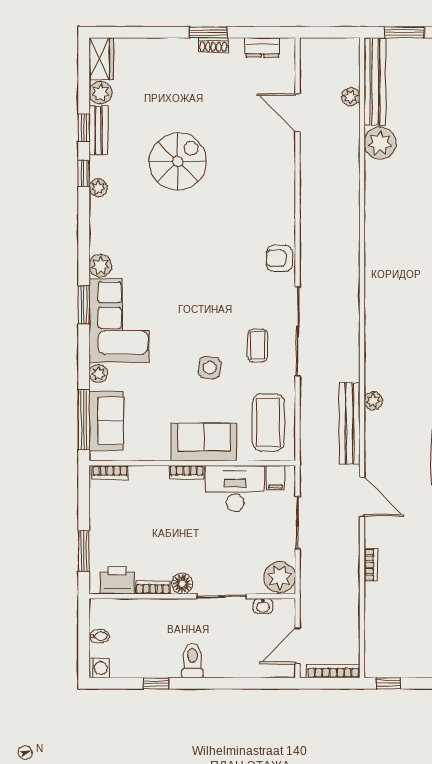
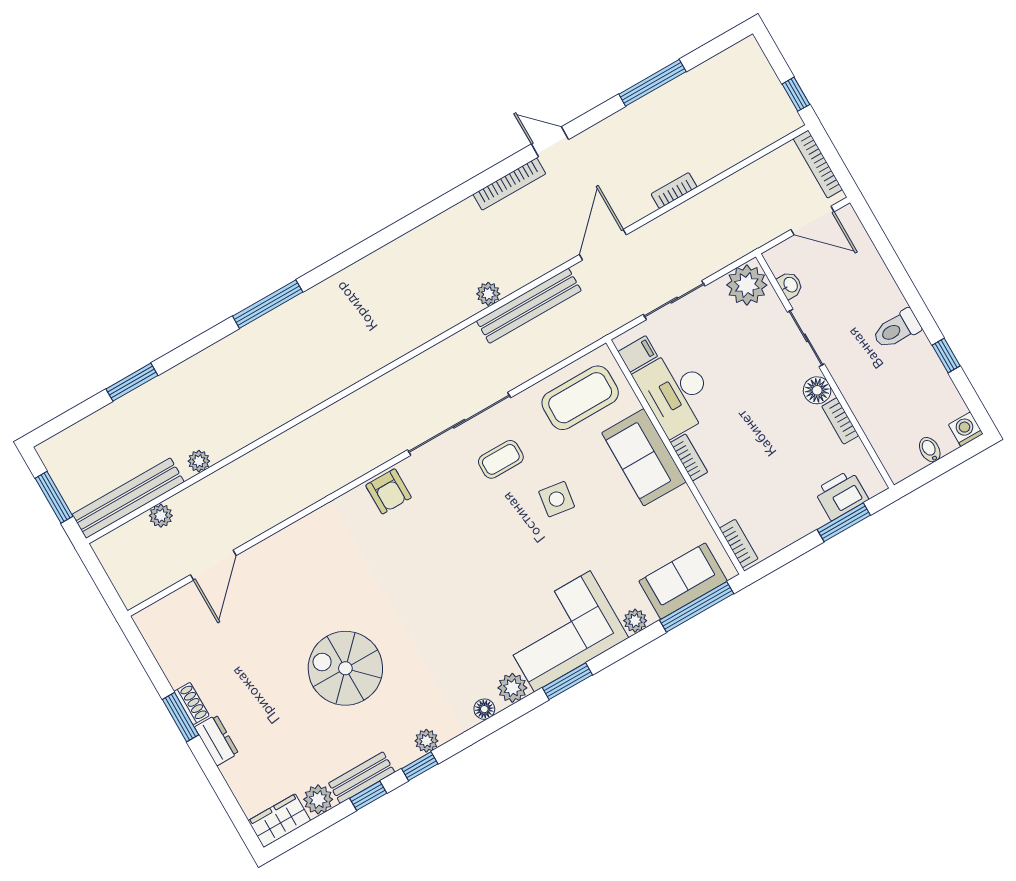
dresser: (262, 48) -> (217, 740), moved
plant: (380, 143) -> (199, 461), width x0.53, depth x0.53
floor lamp: (97, 239) -> (484, 709), added
printer: (117, 580) -> (841, 495), moved, turned 90

